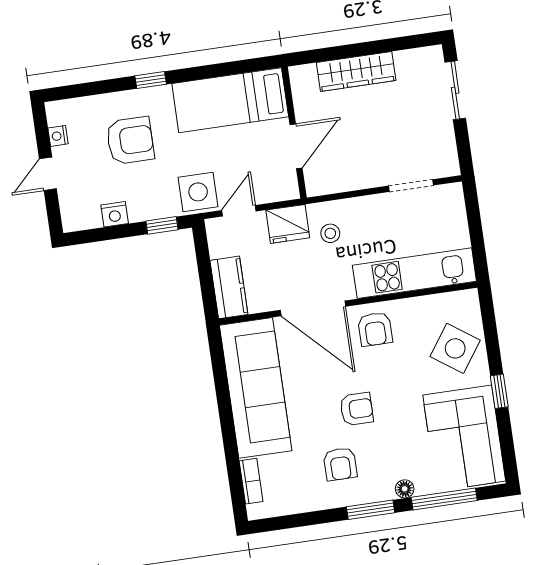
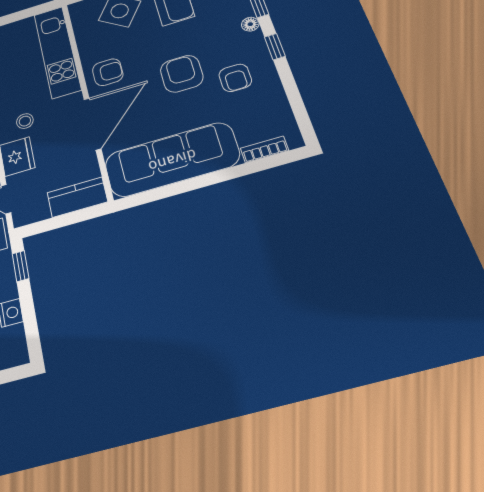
armchair: (357, 409) -> (182, 74), width x1.38, depth x1.38
armchair: (340, 464) -> (235, 78), turned 90
window: (371, 510) -> (275, 47), width x0.67

